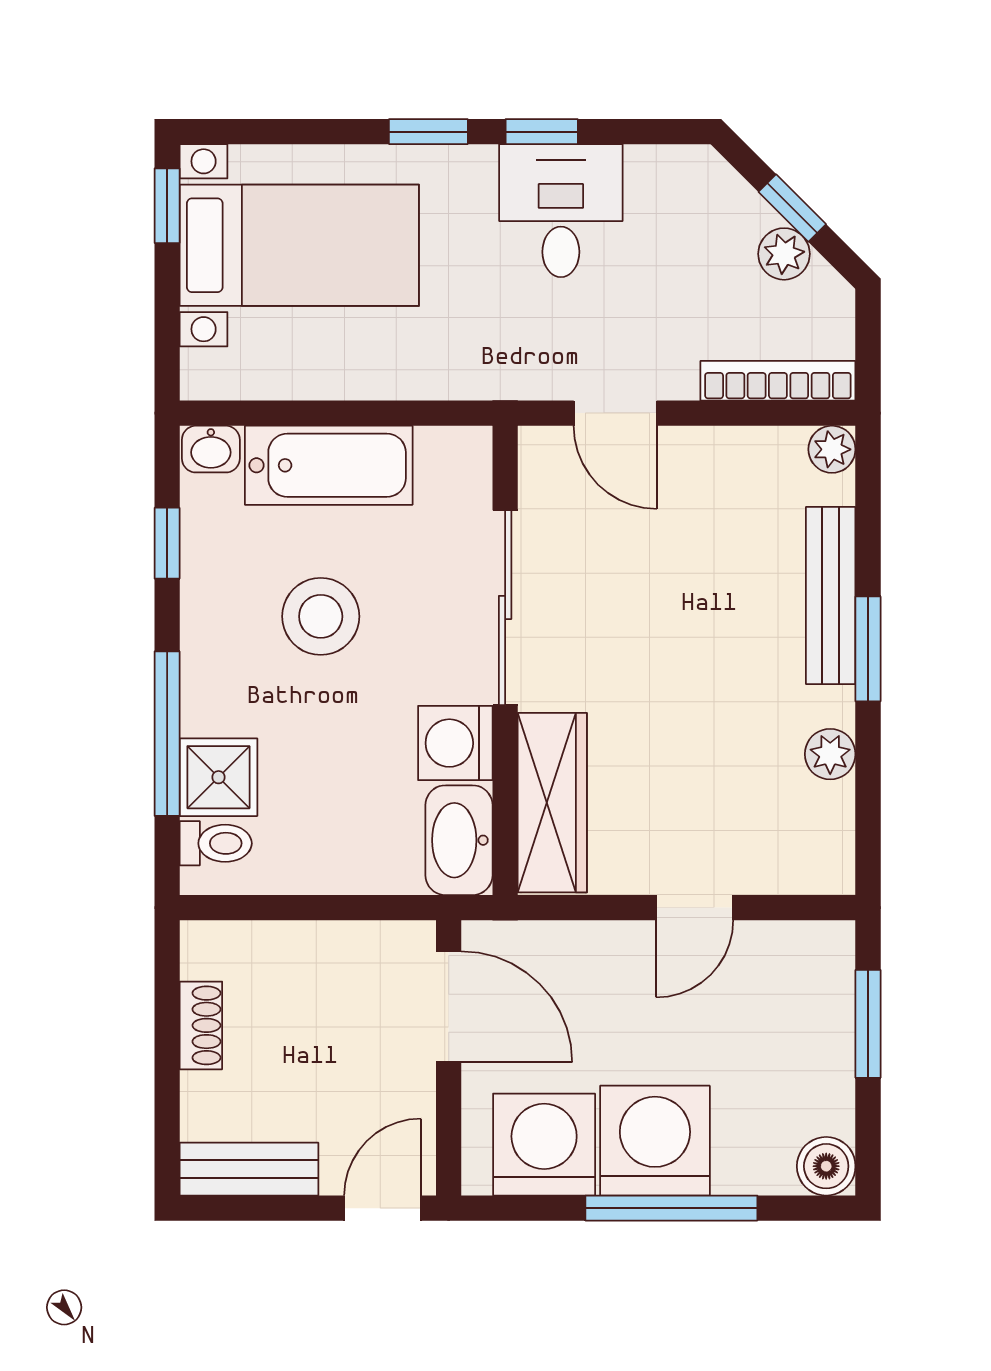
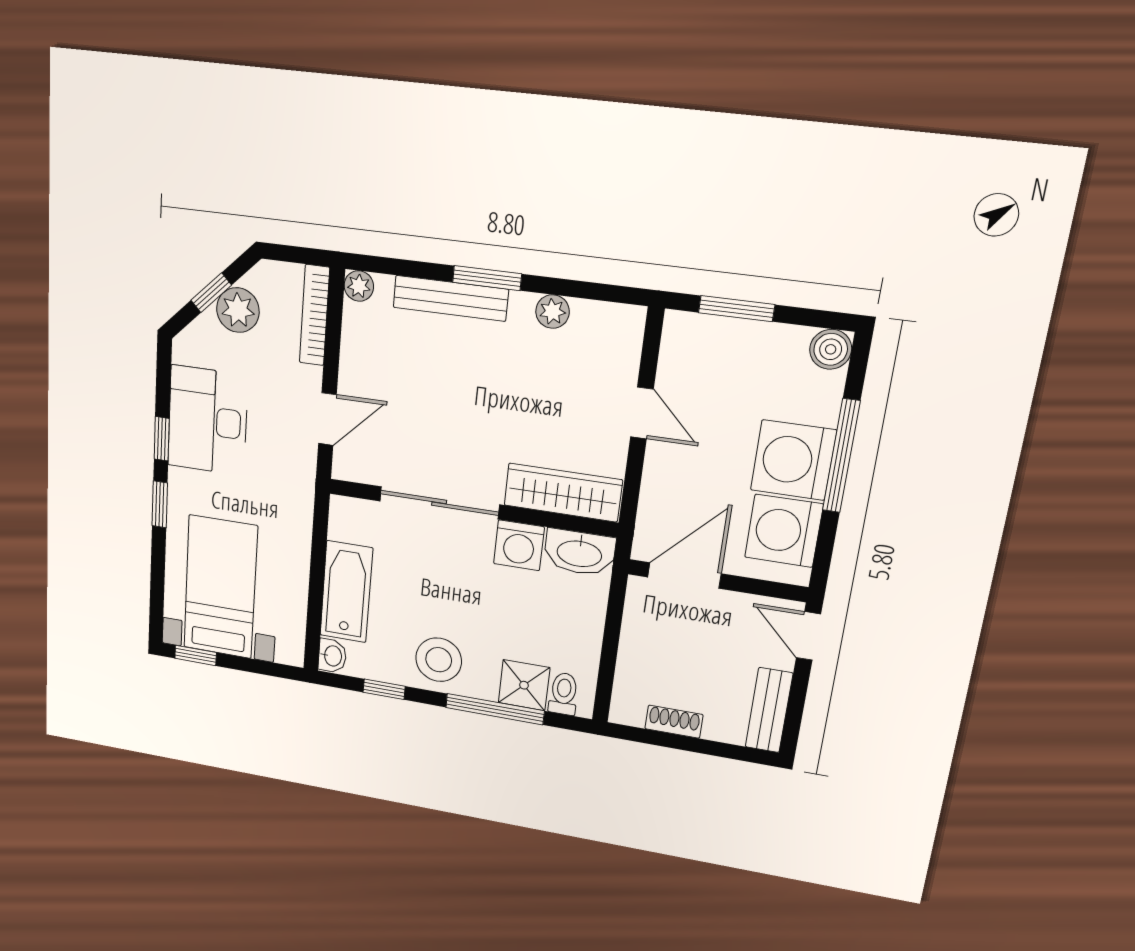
desk: (561, 211) -> (208, 421), width x1.37
plant: (784, 254) -> (238, 310), width x1.38, depth x1.38
stool: (321, 616) -> (439, 660), moved

